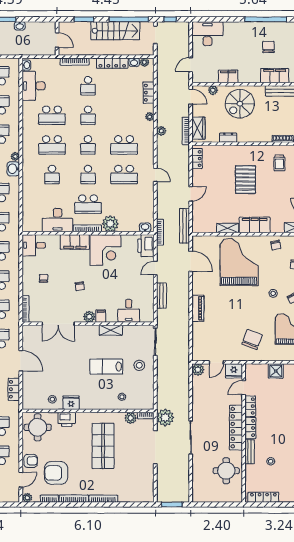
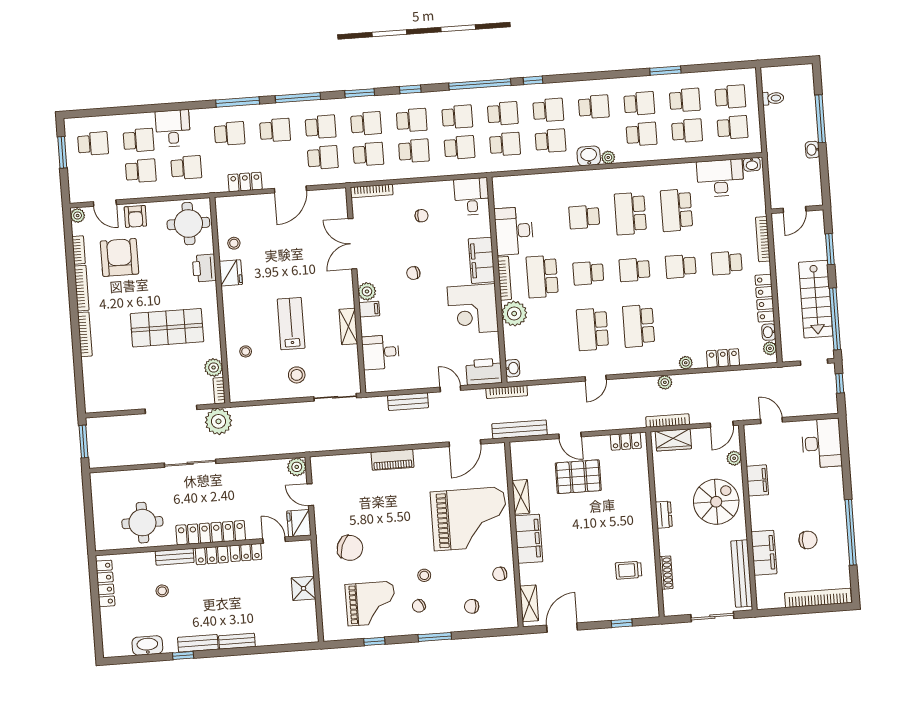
spiral stairs: (240, 104) -> (716, 502), turned 90
dresser: (228, 138) -> (664, 515), moved
pallet: (245, 180) -> (578, 477), moved

